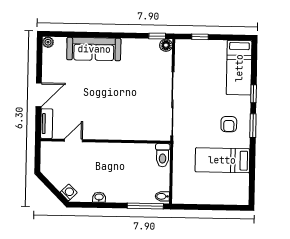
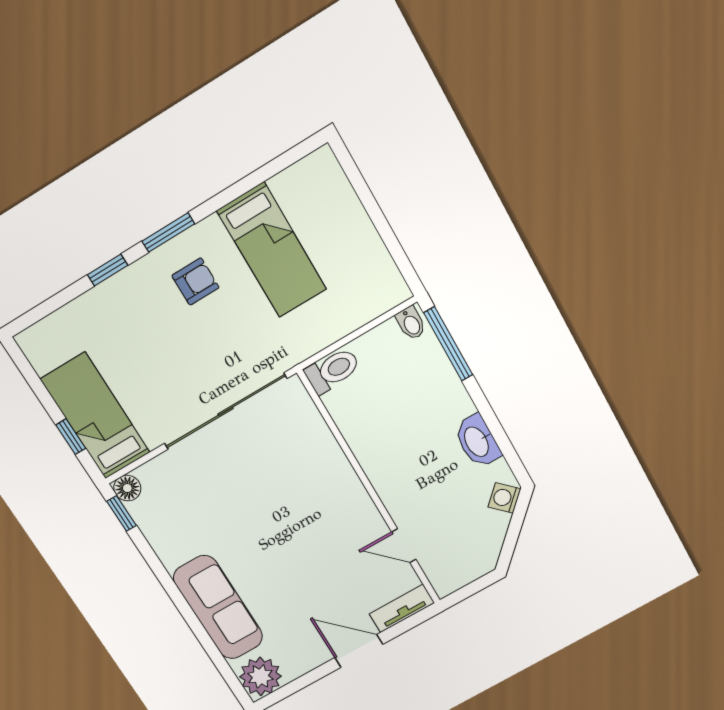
plant: (48, 42) -> (260, 676), width x1.87, depth x1.87
bed: (239, 68) -> (95, 416), moved, turned -90
washbasin: (99, 197) -> (477, 441), width x1.91, depth x1.45

